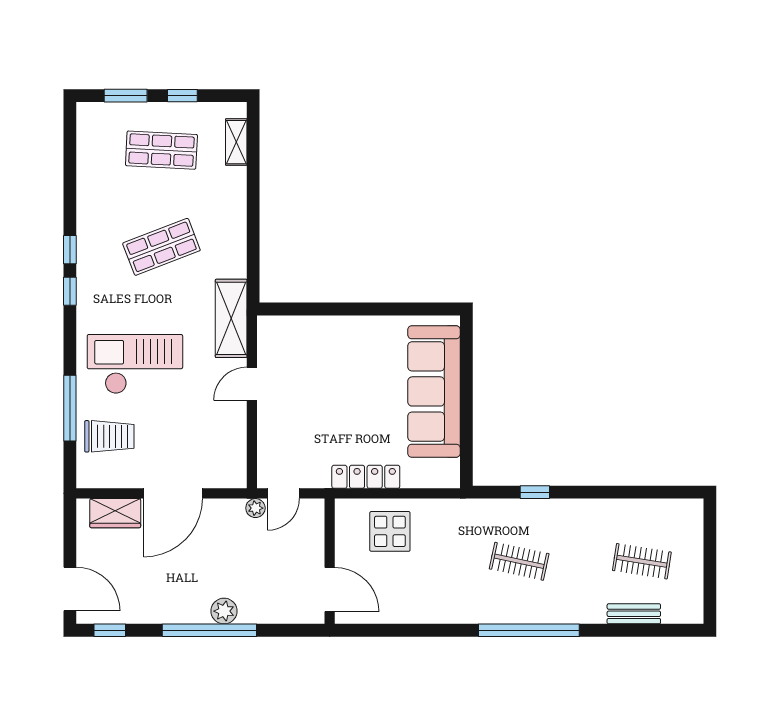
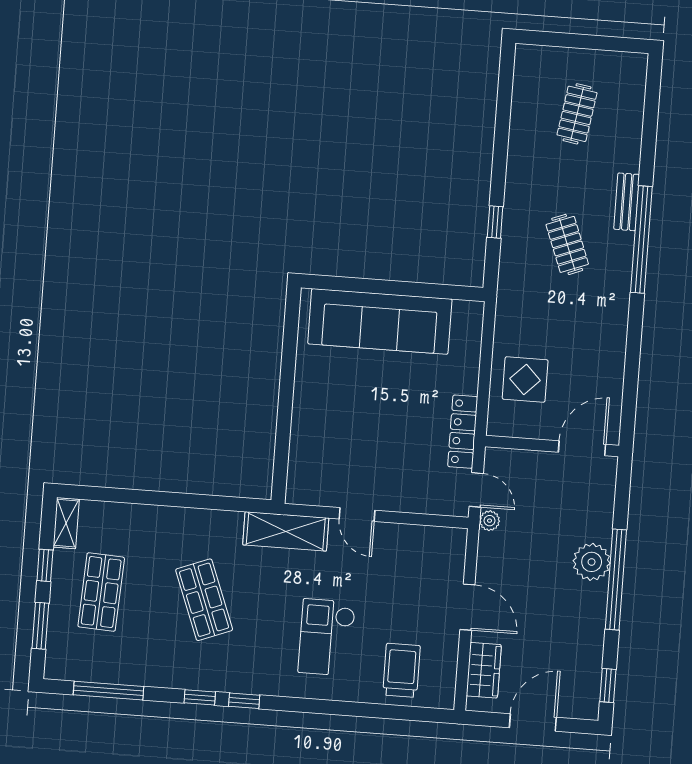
shelving: (236, 142) -> (66, 523), moved, turned 90
checkout: (135, 364) -> (327, 637), width x0.73, depth x0.83
window: (70, 408) -> (109, 691), moved
locker: (366, 477) -> (463, 432), moved
door: (173, 493) -> (467, 607), width x0.73
clothes rail: (519, 561) -> (567, 244), turned -33
door: (70, 589) -> (533, 722), moved
plant: (224, 611) -> (592, 562), width x1.36, depth x1.36
bench: (634, 614) -> (627, 202), moved

